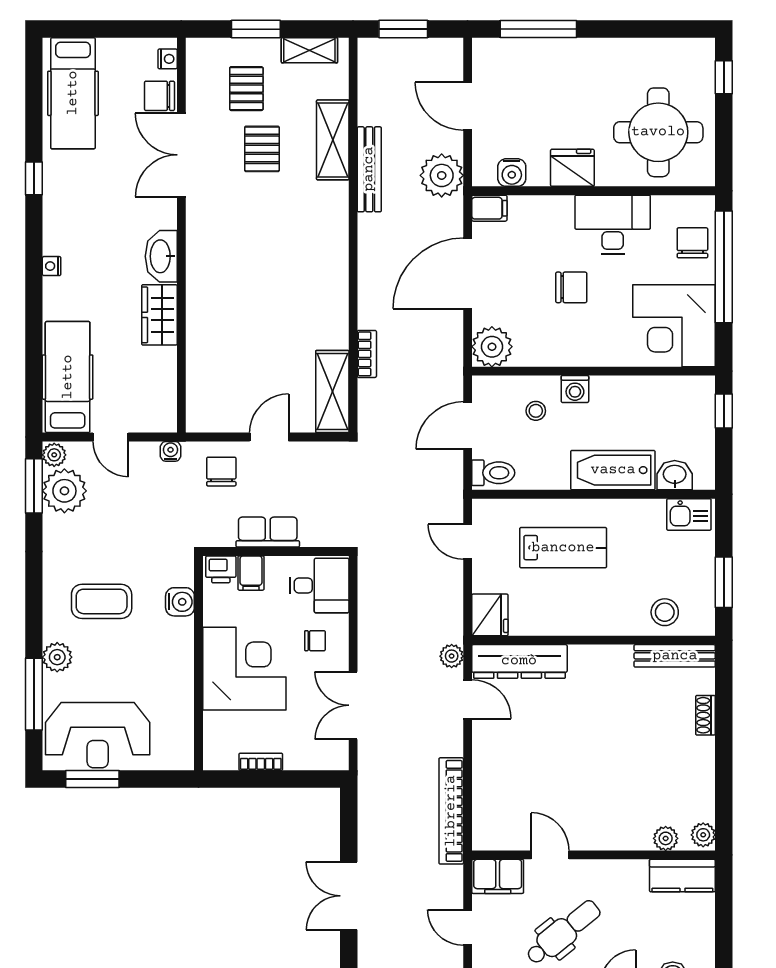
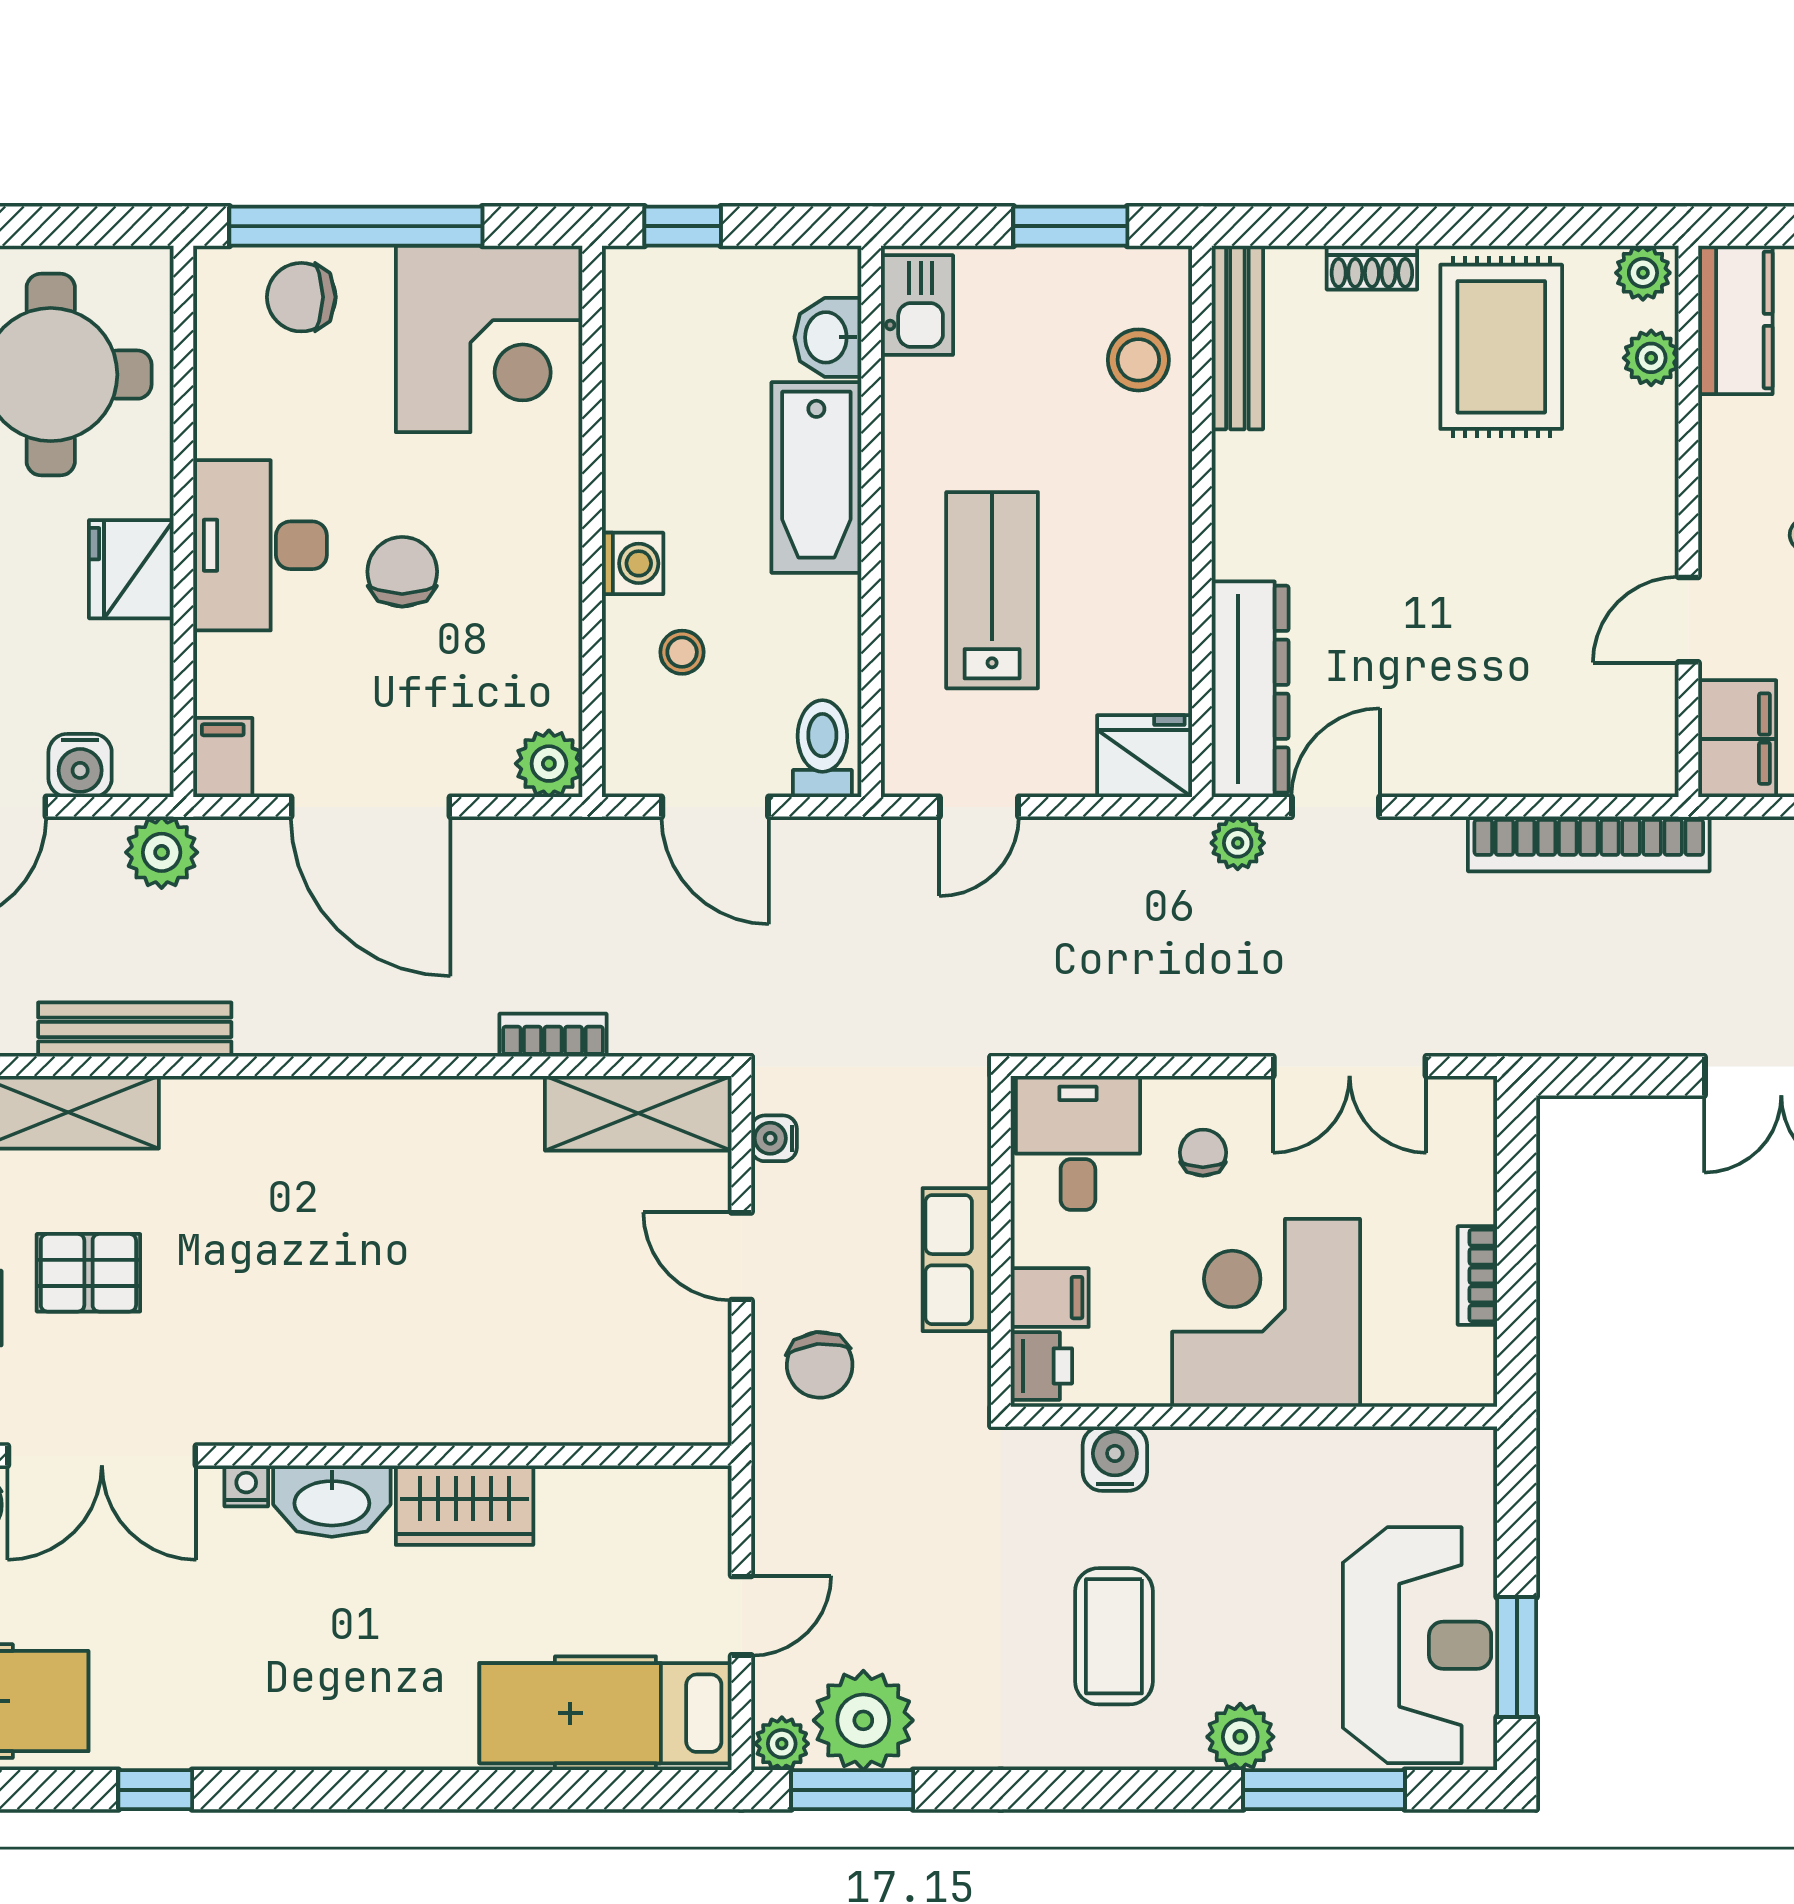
water cooler: (512, 173) -> (80, 765), moved, turned 90
plant: (442, 175) -> (162, 852), width x0.73, depth x0.73
desk: (613, 225) -> (260, 545), moved
nightstand: (52, 266) -> (246, 1486), moved, turned 180
plant: (492, 347) -> (549, 764), width x0.73, depth x0.73
water cooler: (171, 451) -> (774, 1138), moved
chair: (221, 472) -> (820, 1365), turned -96
rug: (671, 772) -> (1501, 347), added

